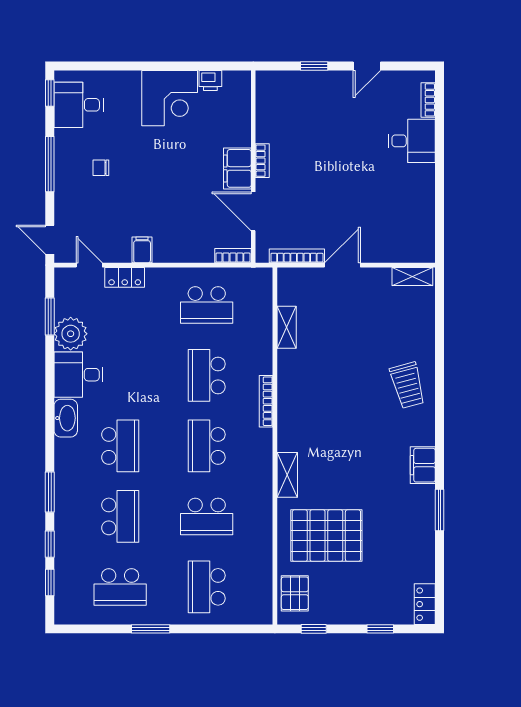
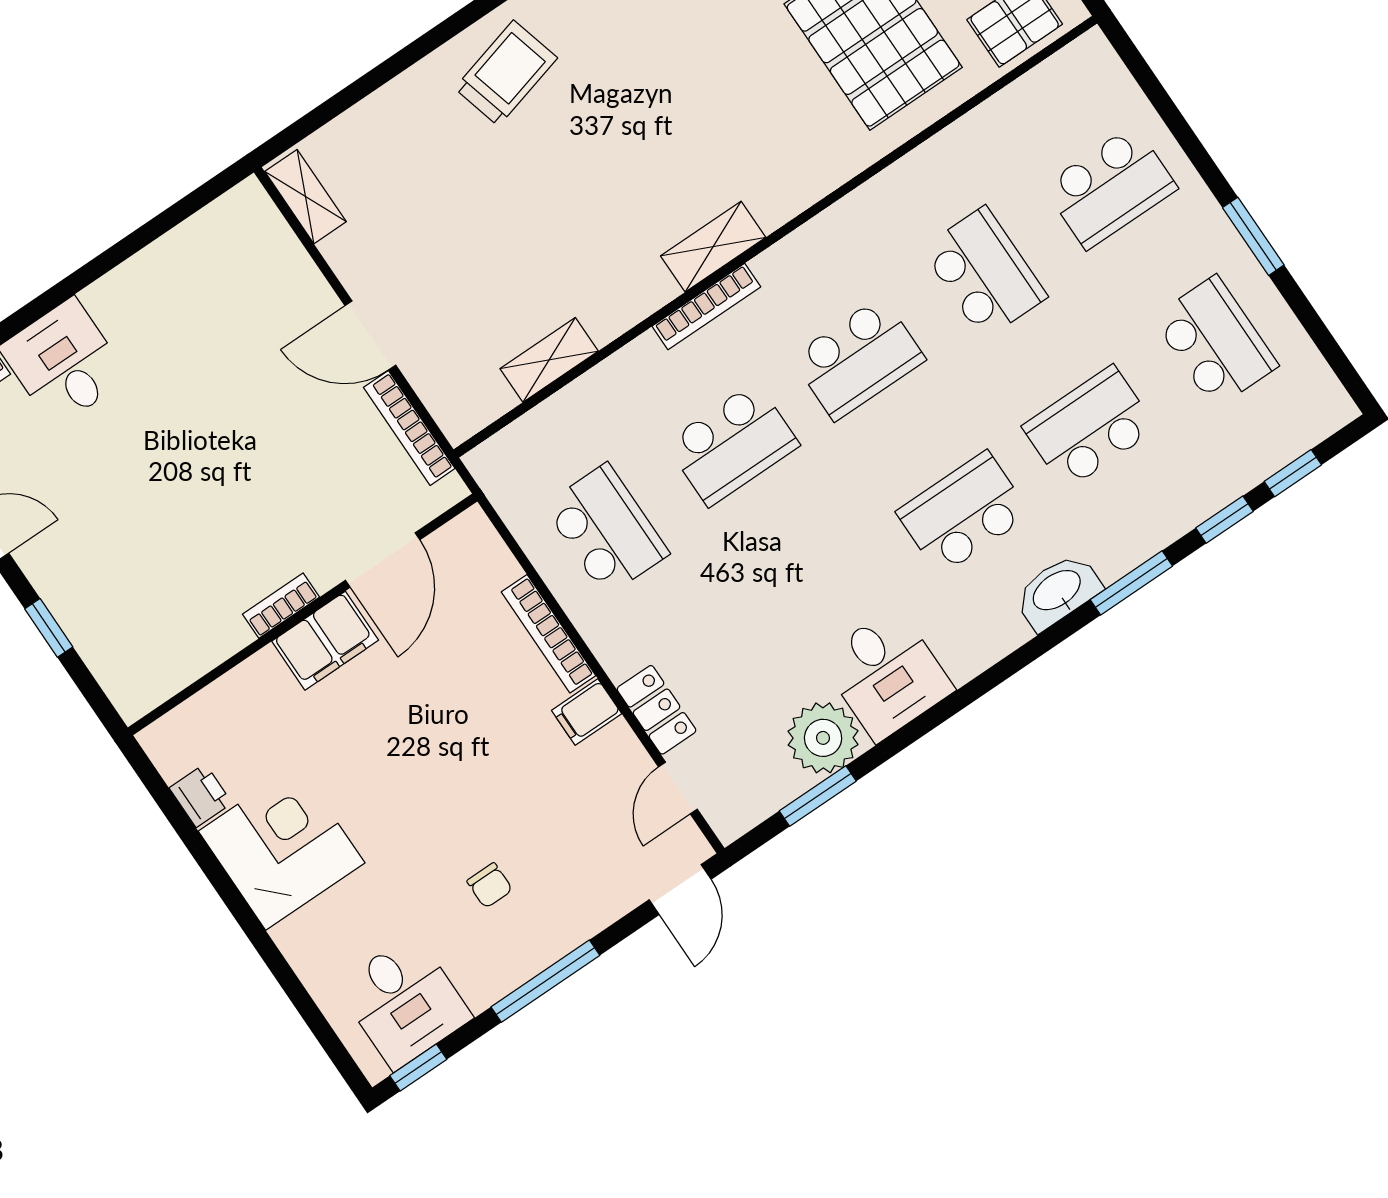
bookcase: (233, 256) -> (549, 634), moved, width x1.56
washbasin: (66, 418) -> (1058, 591), moved
shelving: (287, 475) -> (713, 247), moved

